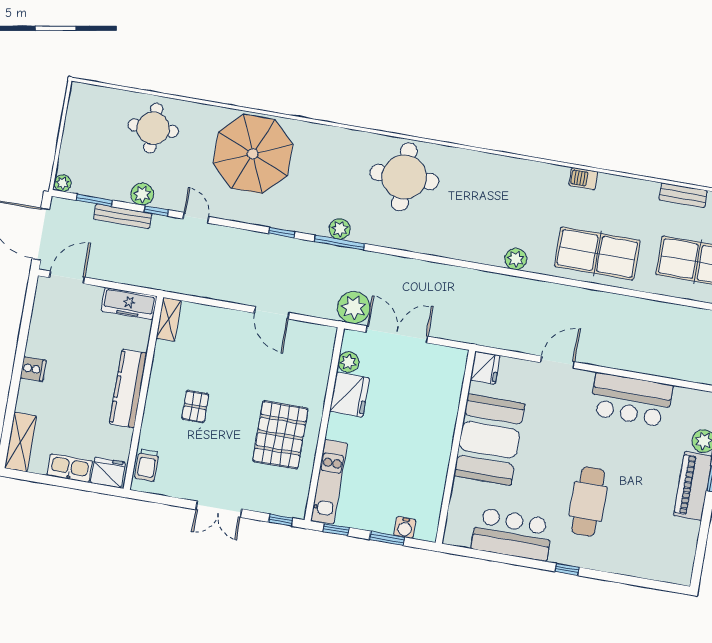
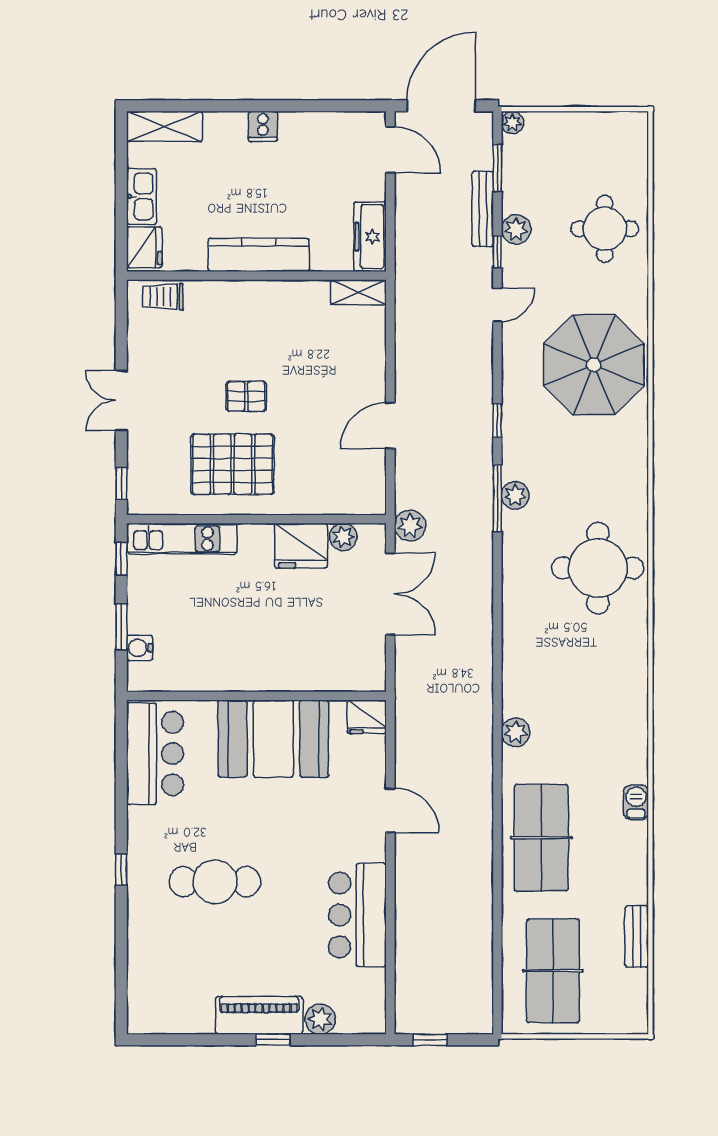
plant: (354, 308) -> (410, 526), width x0.73, depth x0.73
pallet: (195, 407) -> (246, 396), moved
bar counter: (512, 534) -> (155, 754), moved

